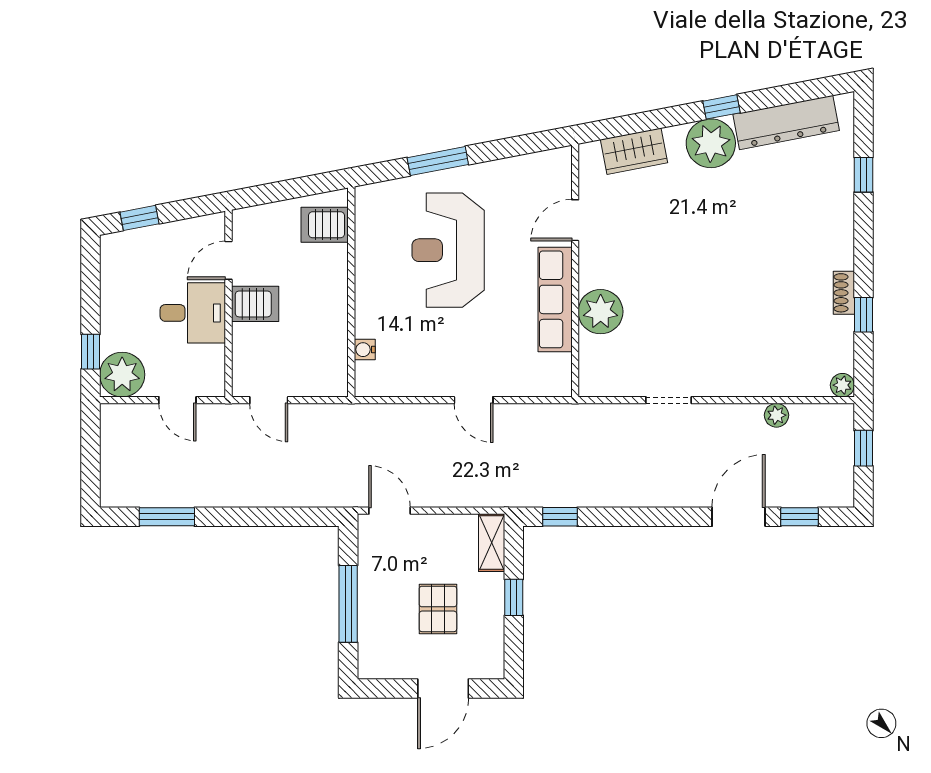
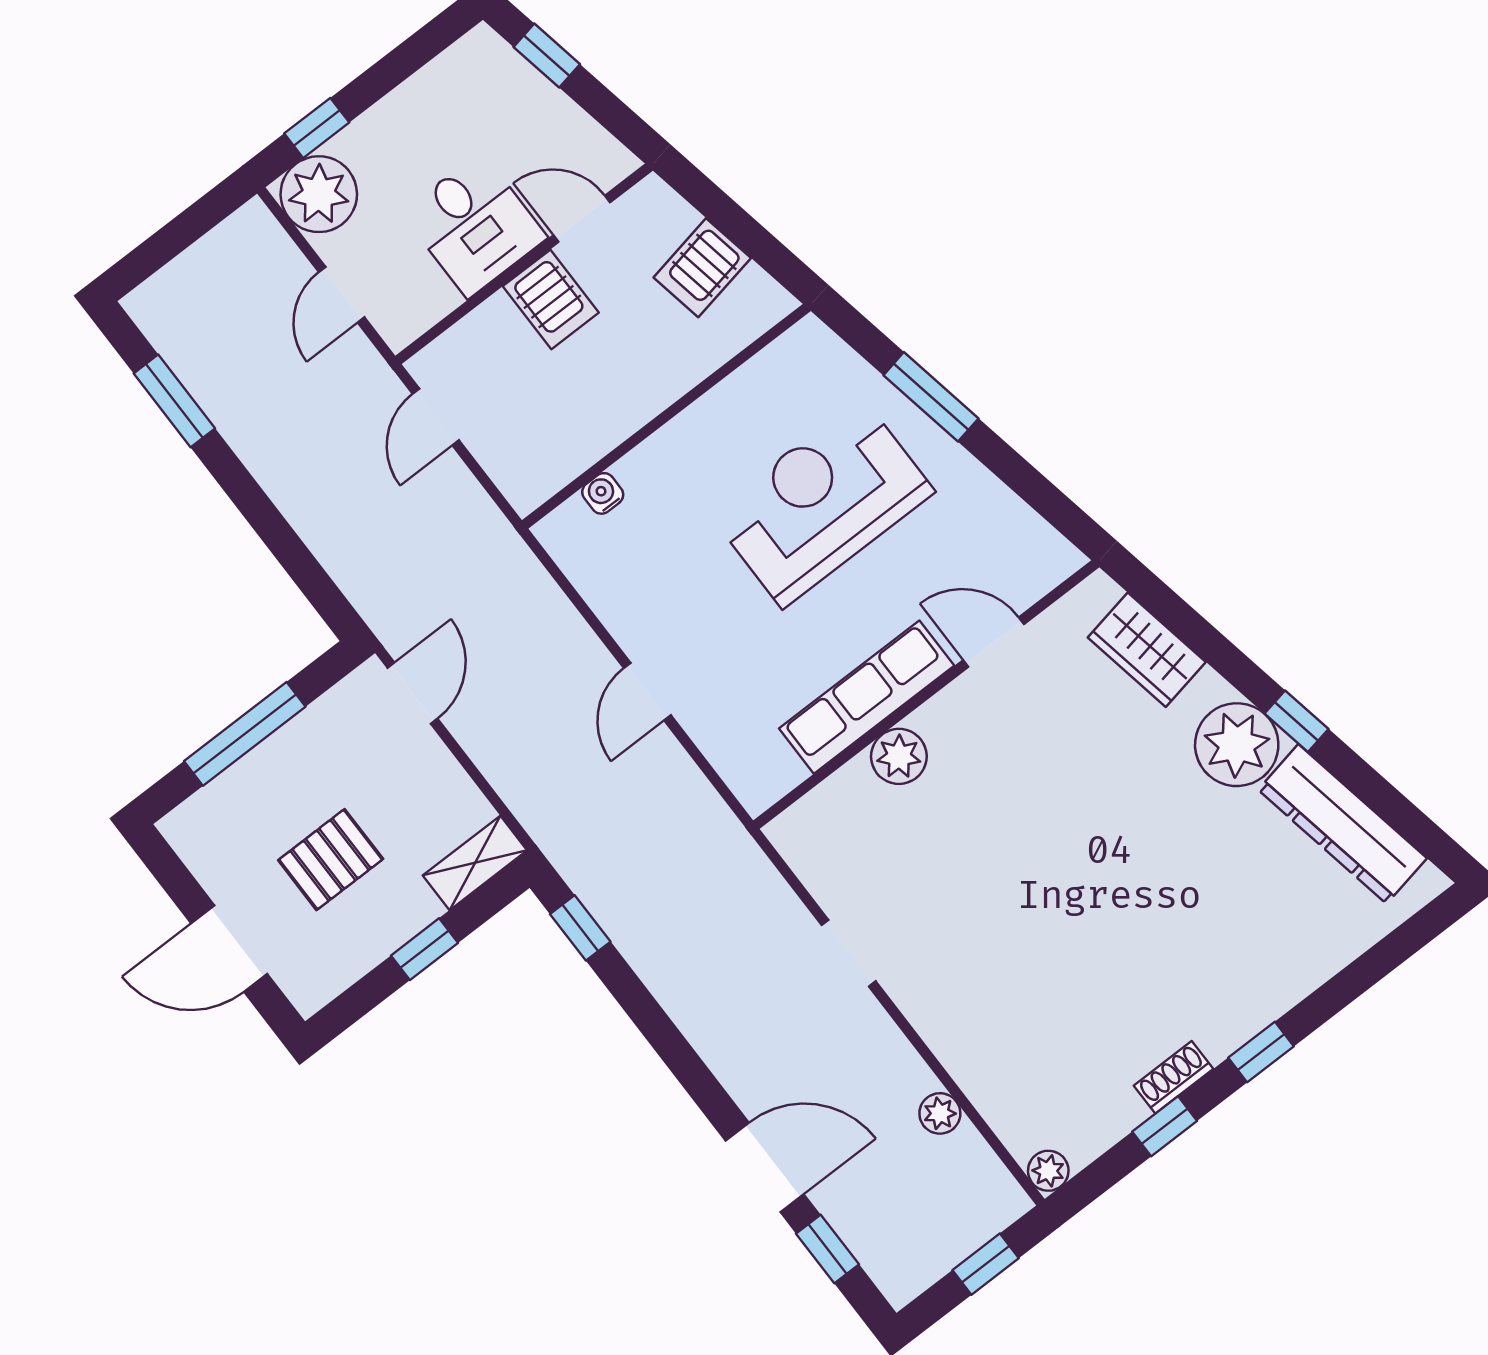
window: (863, 175) -> (1261, 1052), moved
server rack: (325, 225) -> (702, 268), moved, turned -101
plant: (601, 312) -> (899, 756), width x0.73, depth x0.73

